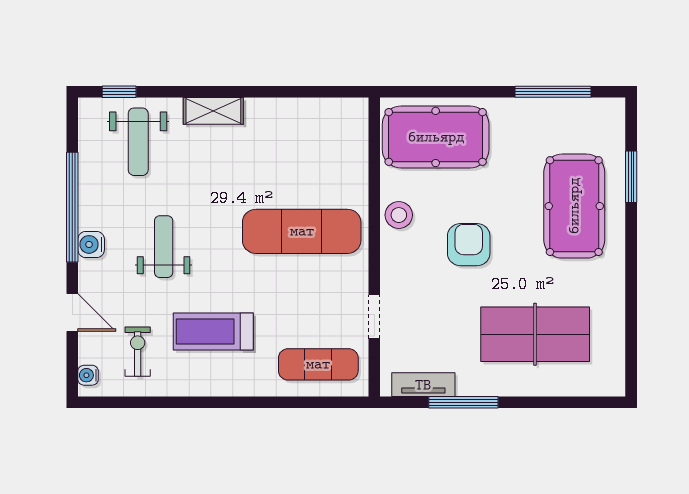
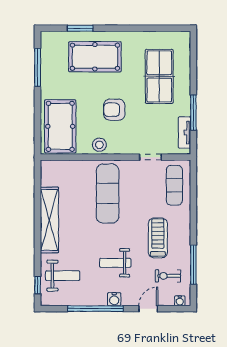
shelving: (213, 111) -> (49, 220), width x2.20, depth x1.33
treadmill: (213, 332) -> (158, 238), turned 180
window: (160, 402) -> (193, 265), added

